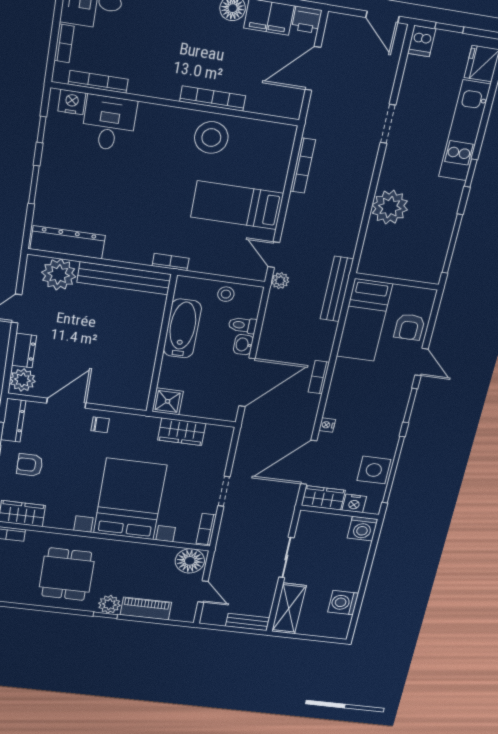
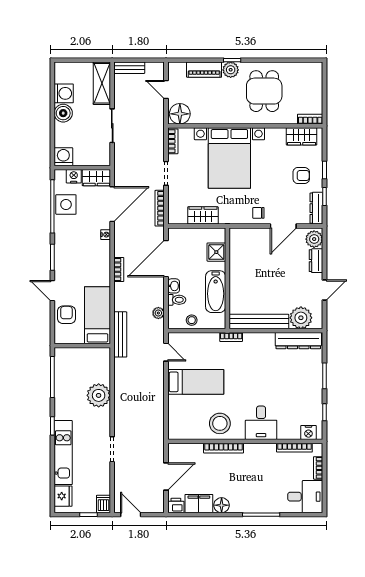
desk: (109, 123) -> (261, 423), moved
bookcase: (303, 166) -> (160, 208), moved
plant: (280, 281) -> (158, 313), moved
shower: (168, 401) -> (216, 252), moved
boiler: (350, 580) -> (63, 113), added

